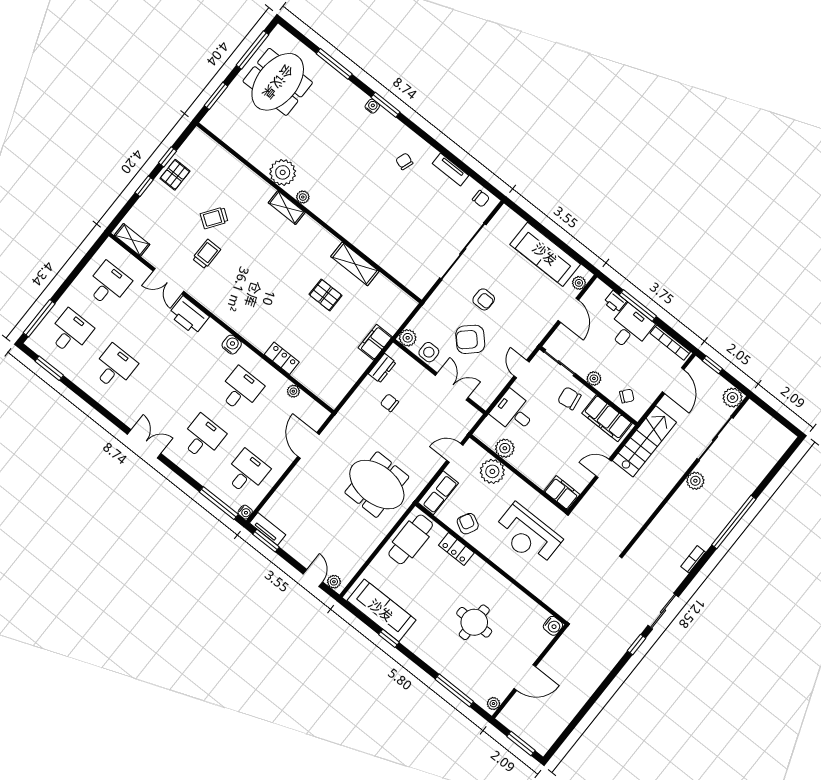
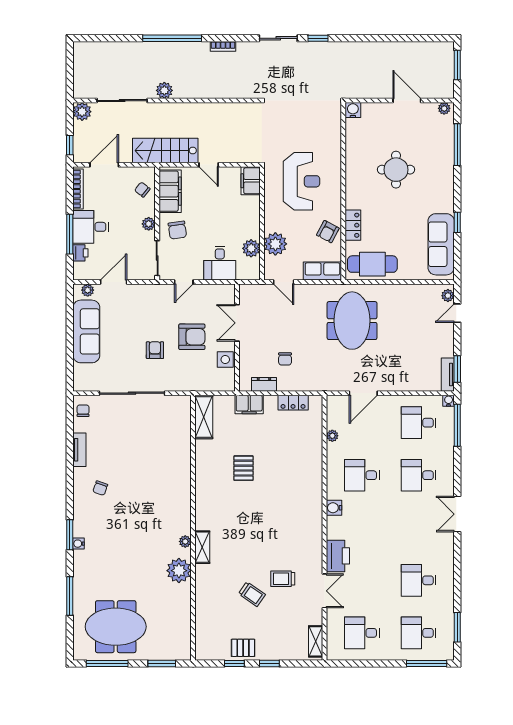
shelving: (355, 264) -> (204, 417), moved
plant: (408, 338) -> (227, 383), removed
armchair: (470, 339) -> (192, 337), turned -47
locker: (282, 358) -> (293, 403), moved, turned -90

